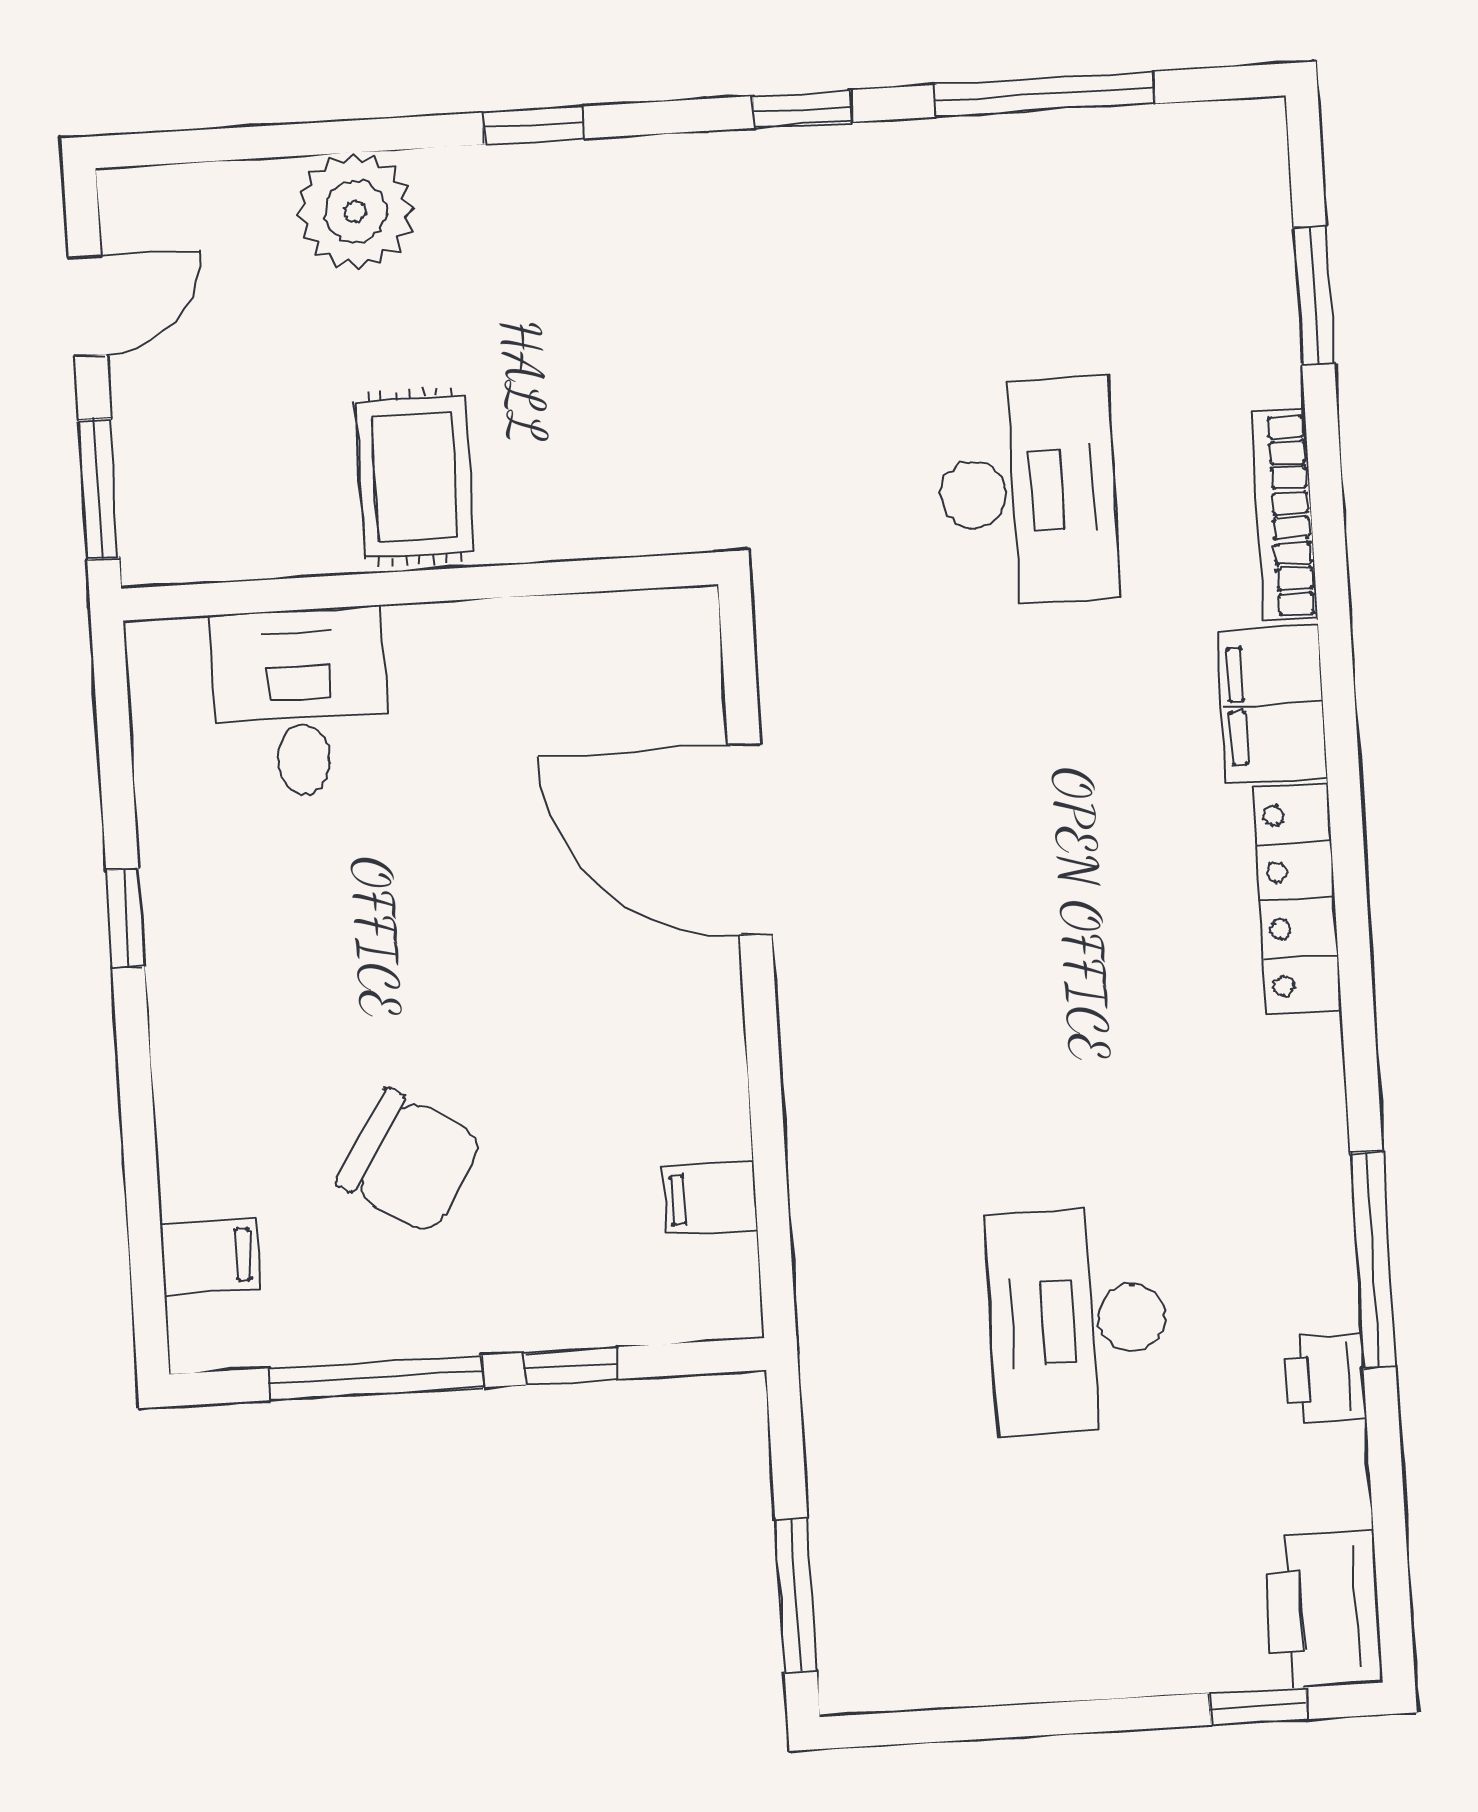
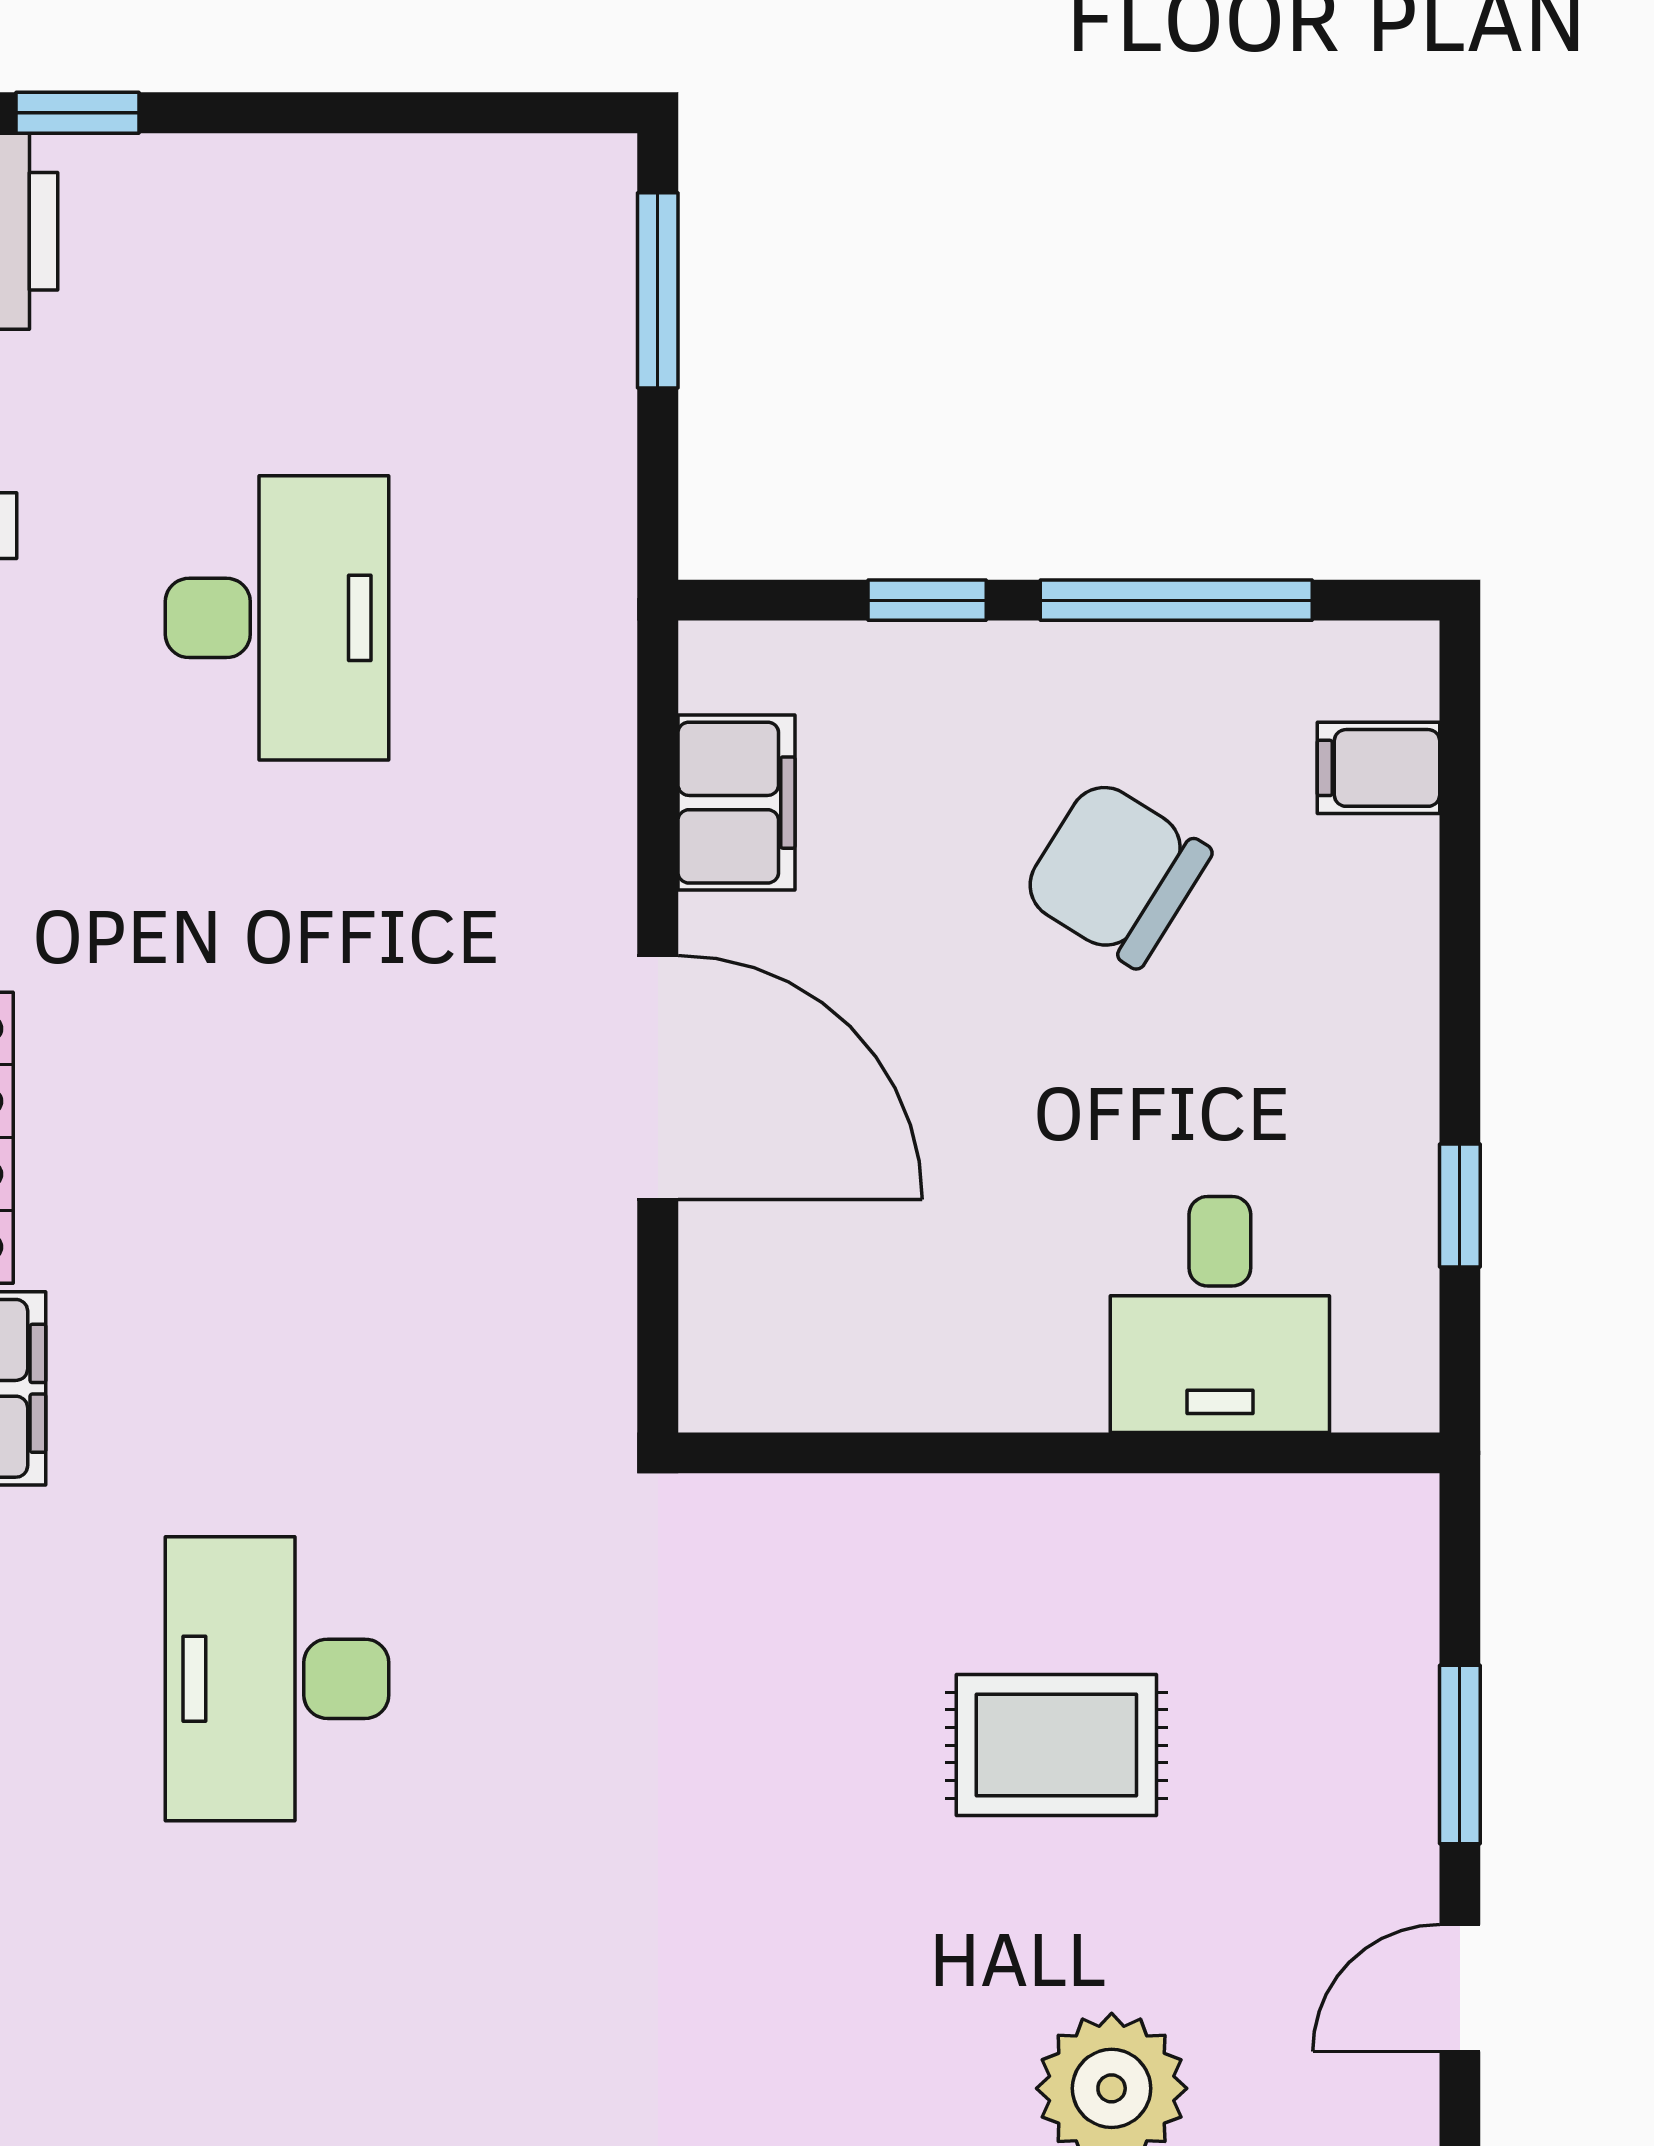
rug: (415, 477) -> (1056, 1745), turned 90
wall: (420, 586) -> (1059, 1453), moved
desk: (300, 702) -> (1220, 1314), moved
door: (750, 840) -> (658, 1077), moved
filing cabinet: (710, 1198) -> (736, 803), width x2.00

